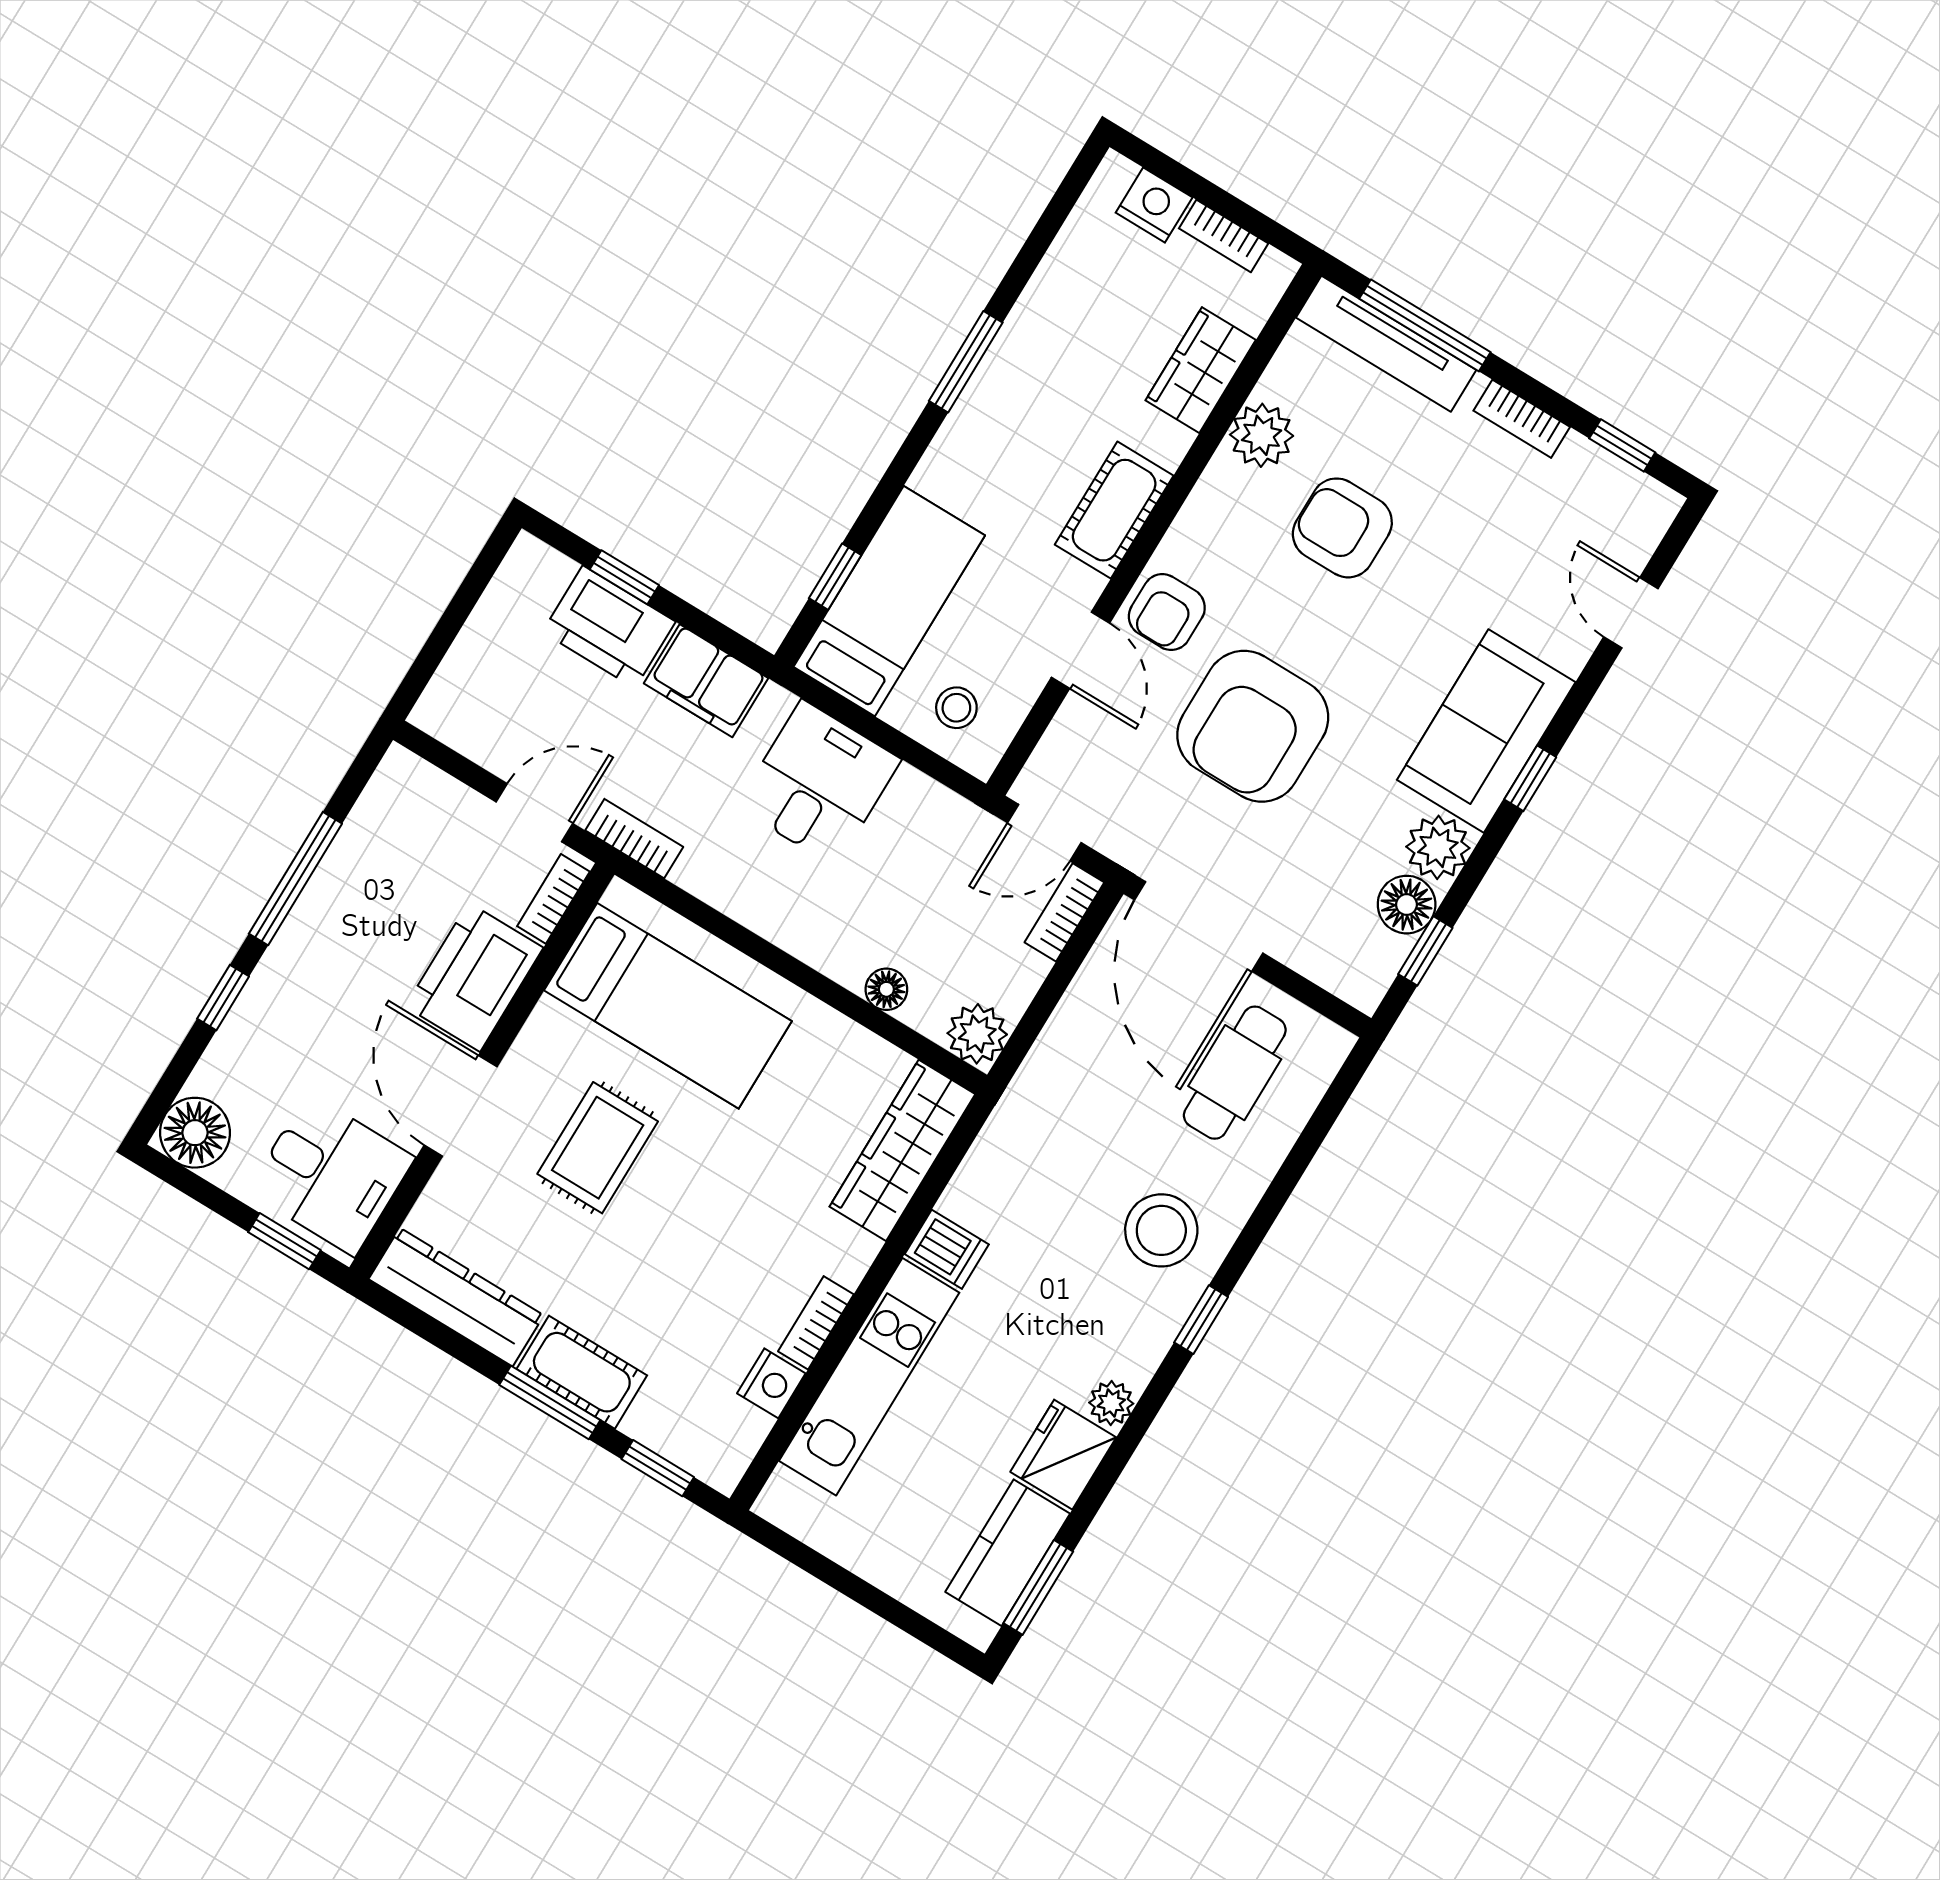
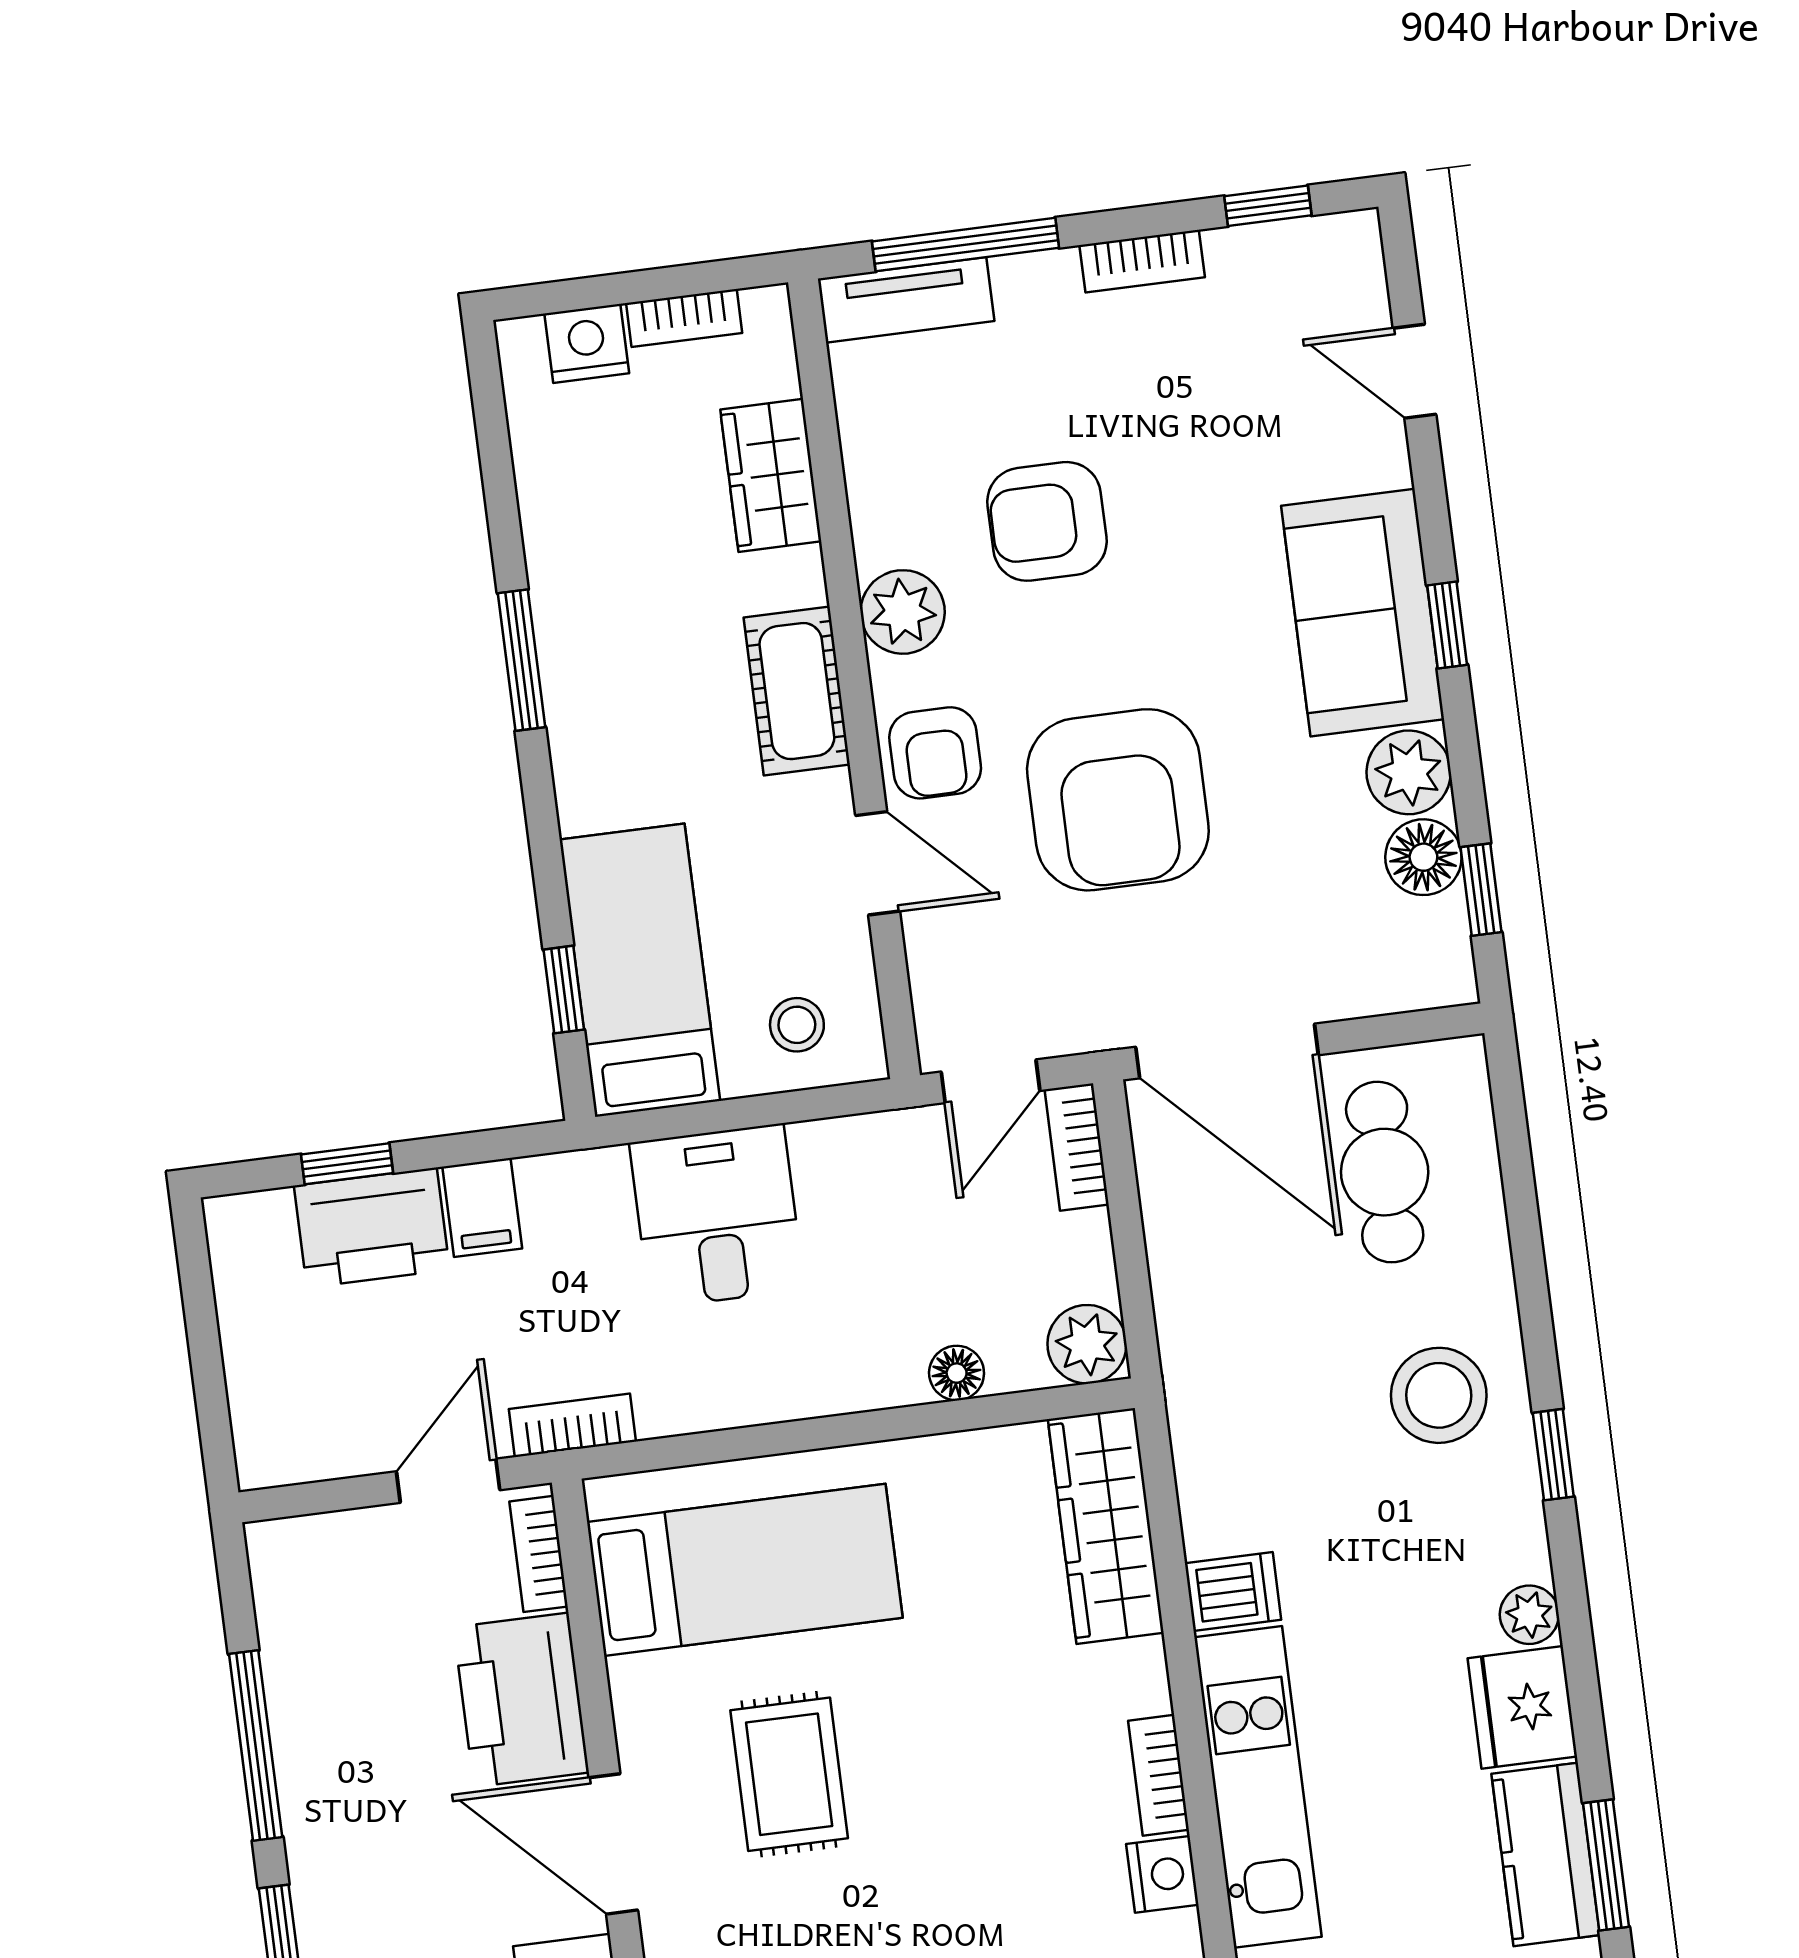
tv unit: (1386, 344) -> (906, 300), width x0.71
plant: (1262, 435) -> (903, 612), moved
filing cabinet: (706, 681) -> (482, 1208), width x0.50

